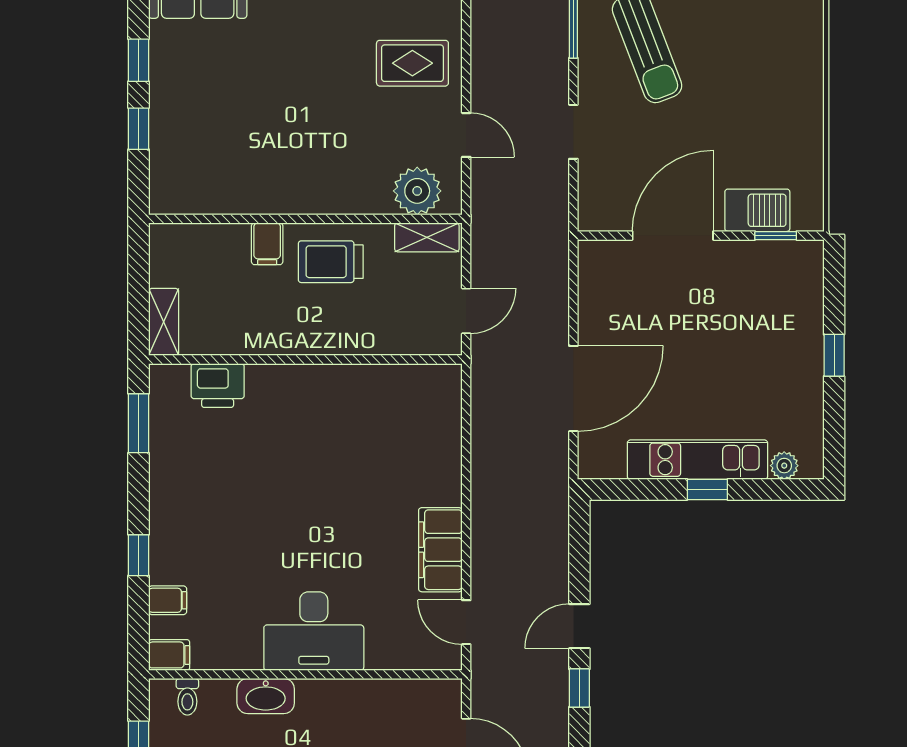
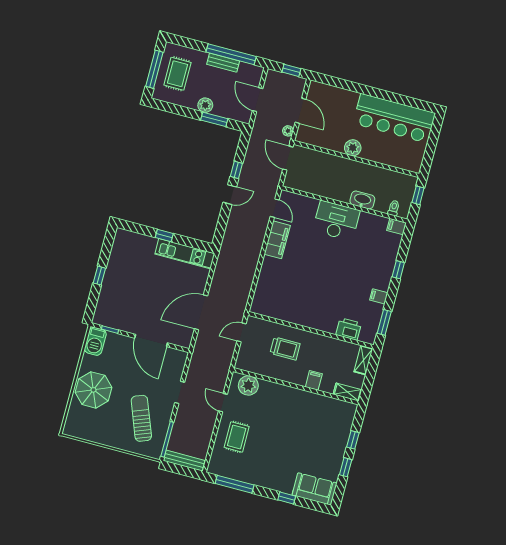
rug: (412, 63) -> (237, 437), turned 90
parasol: (777, 84) -> (93, 390), added
barbecue: (757, 210) -> (95, 341), moved, turned -90
door: (673, 236) -> (151, 341), hinge flipped
shelving: (427, 237) -> (348, 392), moved
trolley: (331, 262) -> (285, 348), moved
door: (573, 389) -> (201, 312), moved
kitchen unit: (697, 460) -> (185, 254), moved
plant: (784, 466) -> (131, 237), removed
filing cabinet: (168, 600) -> (379, 296), moved

